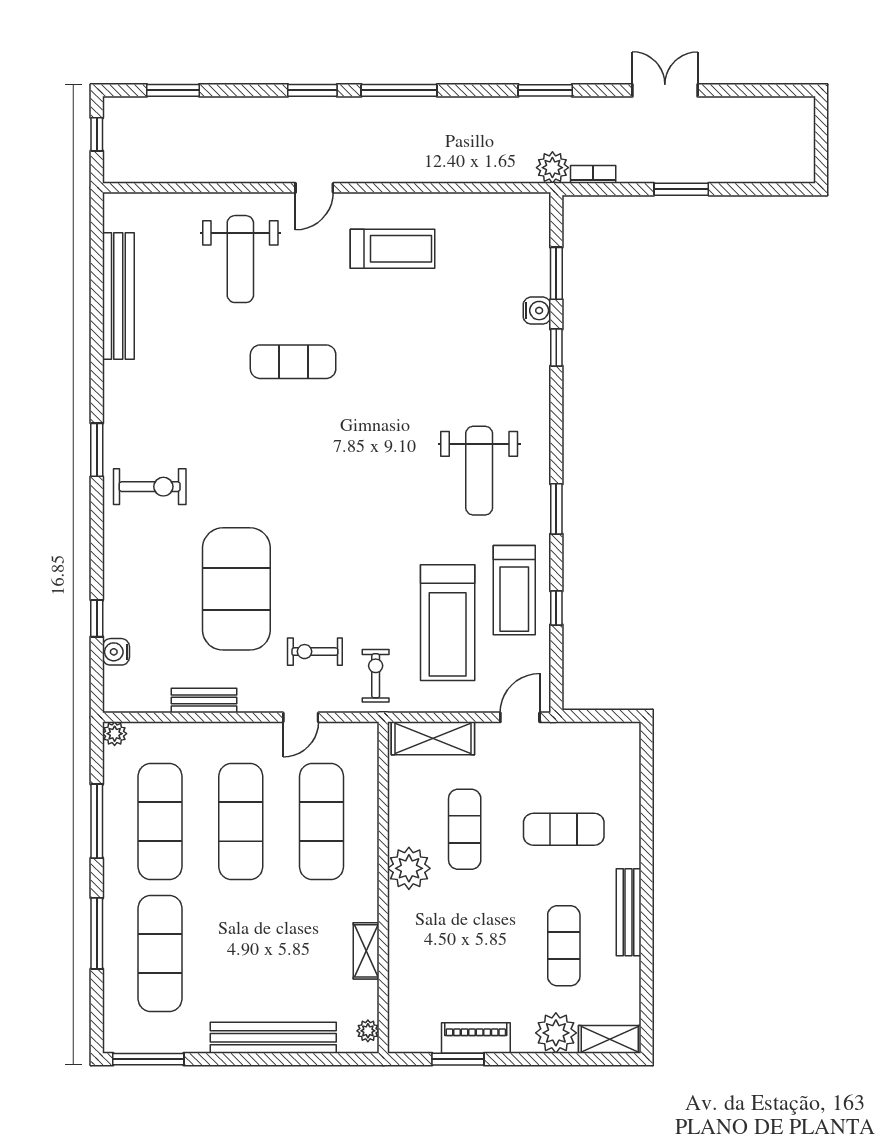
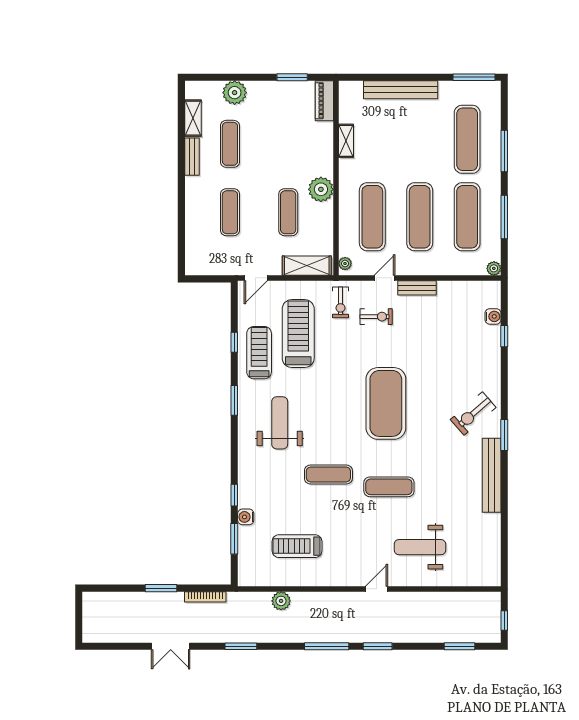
plant: (552, 168) -> (281, 601), moved
bookcase: (593, 174) -> (205, 597), width x1.56
treadmill: (392, 249) -> (297, 546), moved
weight bench: (240, 259) -> (420, 547), turned -90
bench: (118, 296) -> (492, 475), moved
exercise mat: (396, 383) -> (328, 474), added
exercise bike: (150, 487) -> (473, 413), turned -41
exercise mat: (236, 589) -> (386, 403), moved
bench: (204, 701) -> (417, 288), moved
exercise mat: (564, 829) -> (230, 212), turned 90
bench: (629, 912) -> (192, 157), width x0.73
plant: (368, 1031) -> (345, 264), moved
piano: (476, 1038) -> (324, 101), moved, turned 90
shelving: (610, 1039) -> (193, 118), moved, turned 90

